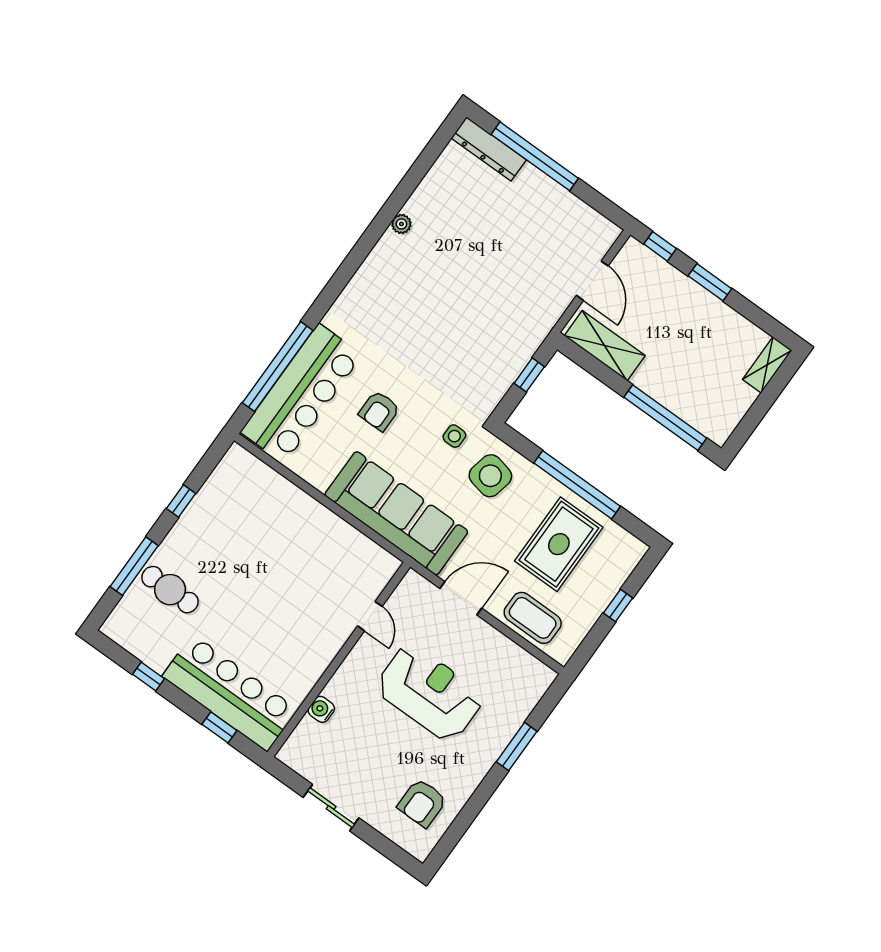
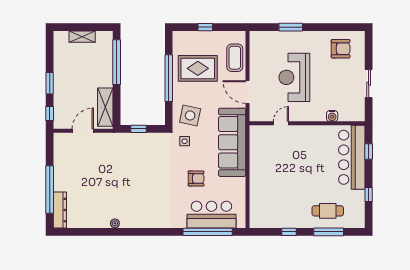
shelving: (767, 365) -> (82, 37), moved
bar counter: (301, 393) -> (211, 215), width x0.73
cafe table: (170, 590) -> (328, 211), turned 90

